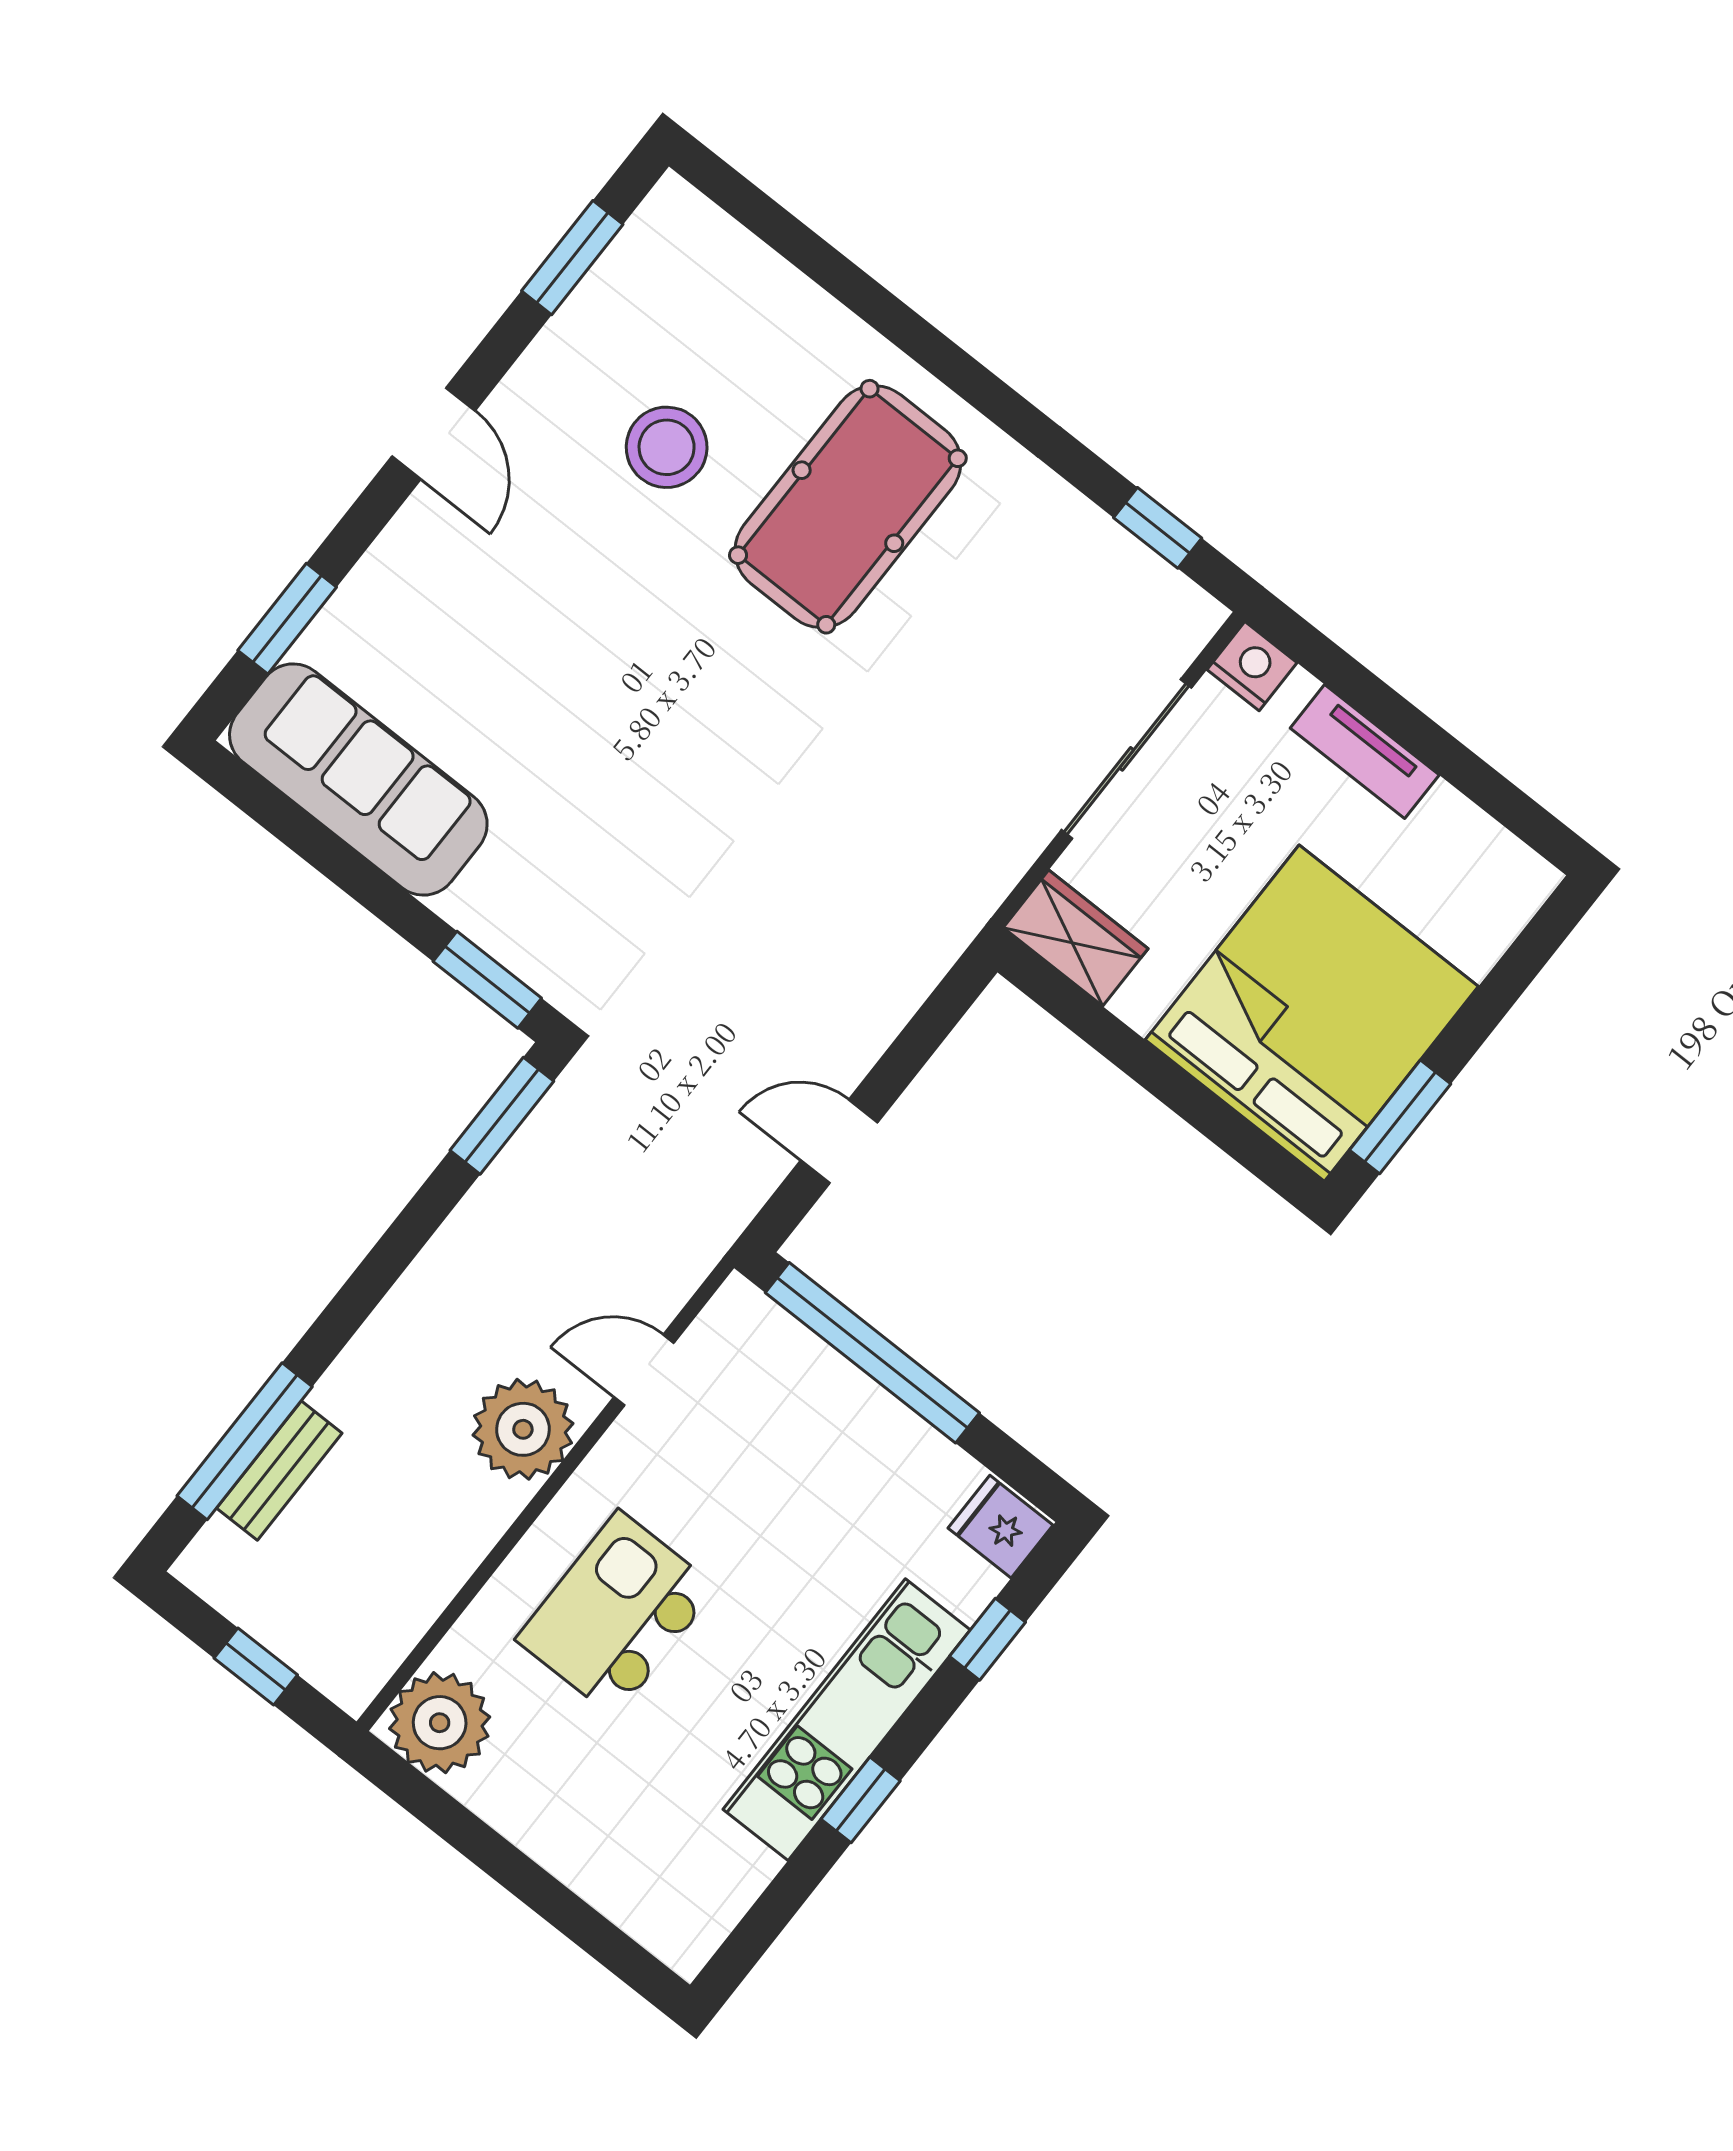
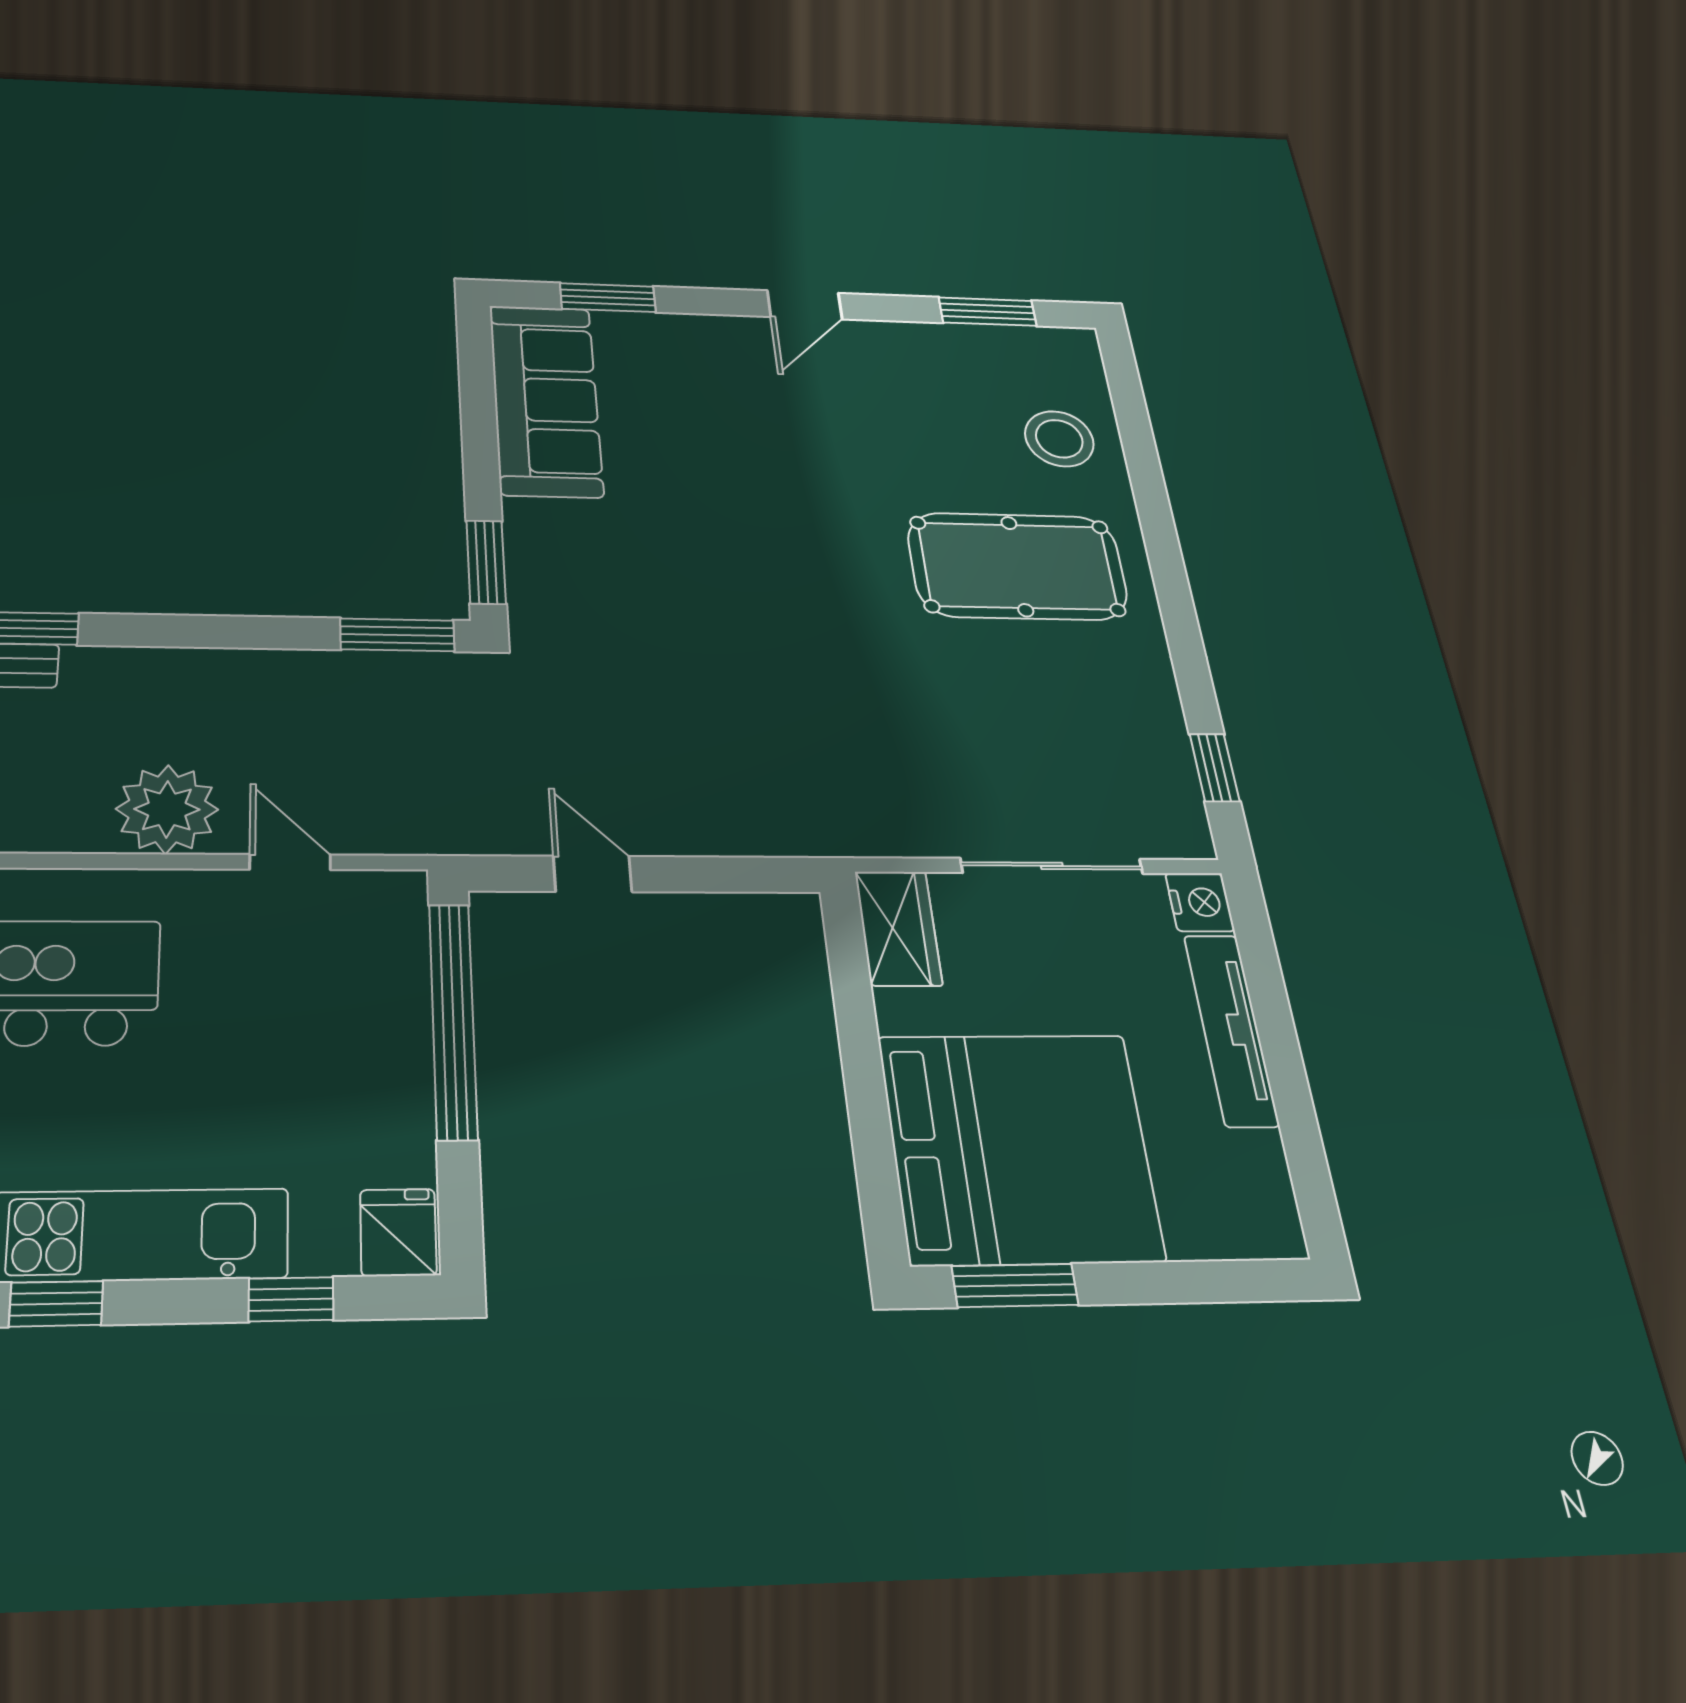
stool: (667, 447) -> (1059, 439), moved
tv unit: (1365, 752) -> (1231, 1030), width x1.41

